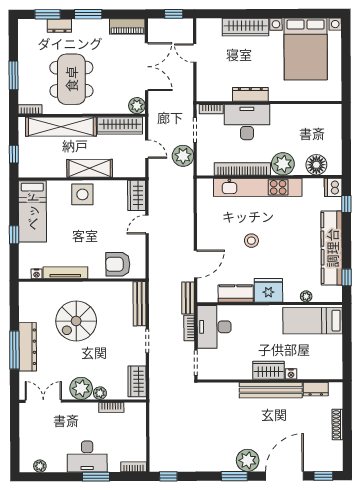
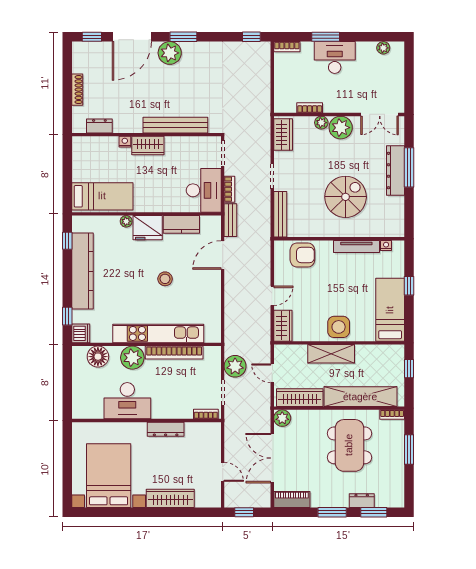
desk: (247, 122) -> (127, 401), moved
plant: (306, 296) -> (126, 221), moved
bench: (271, 390) -> (175, 125), moved

